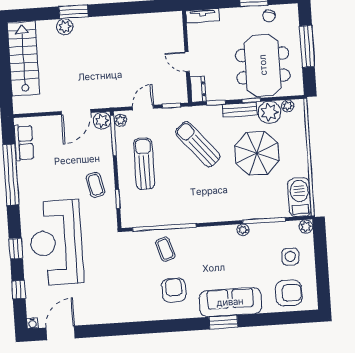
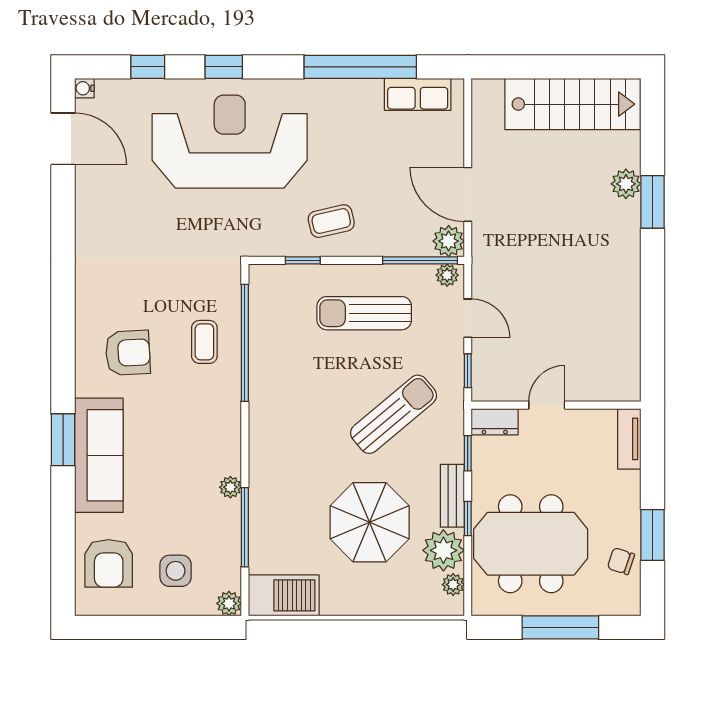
sun lounger: (144, 164) -> (364, 313), turned 180
coffee table: (165, 249) -> (204, 342), turned -73

